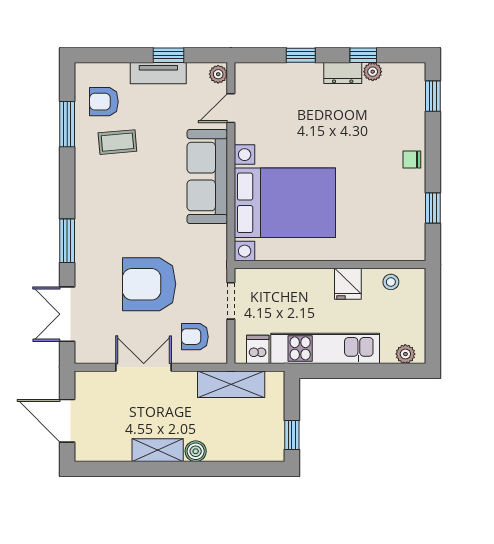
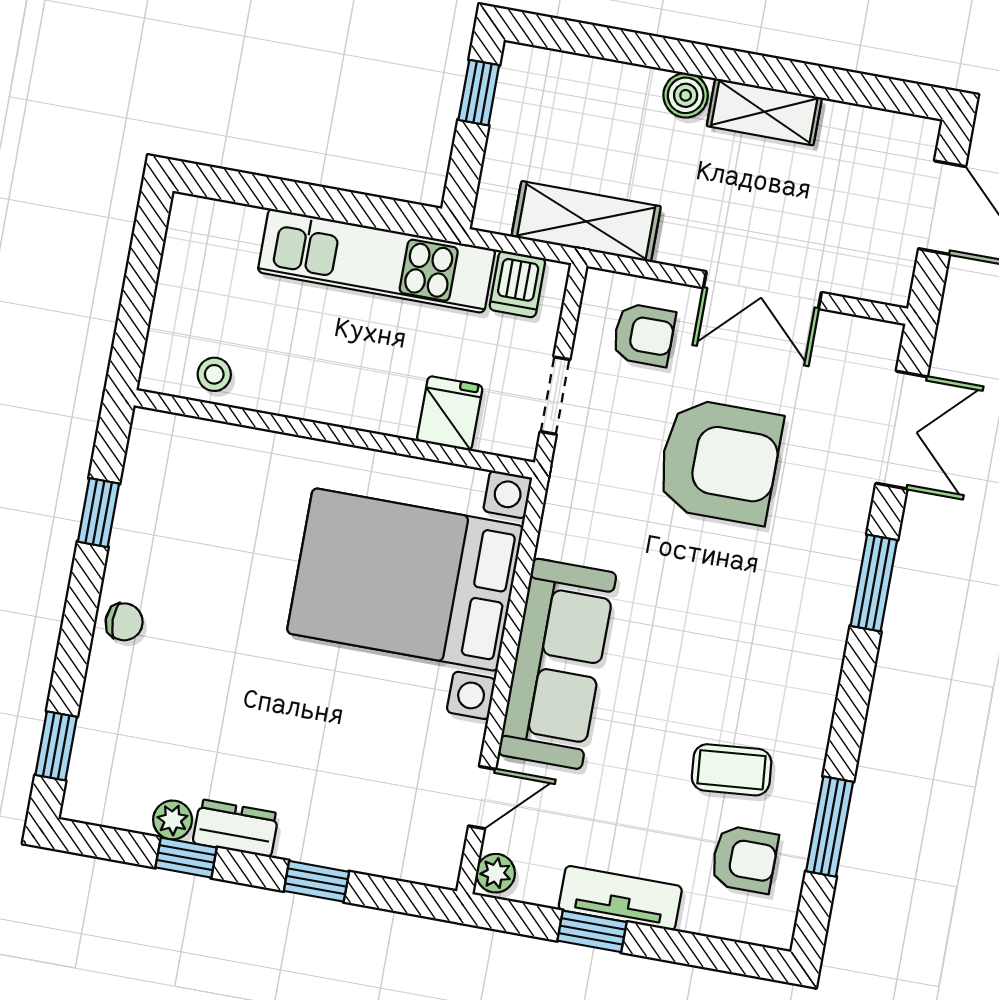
fridge: (348, 284) -> (450, 413), moved
plant: (405, 354) -> (211, 219), removed

